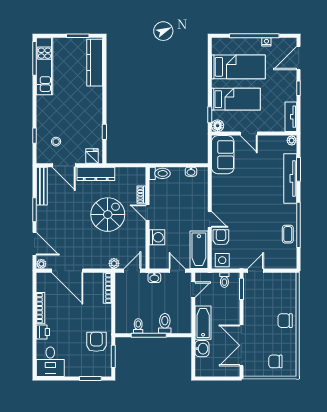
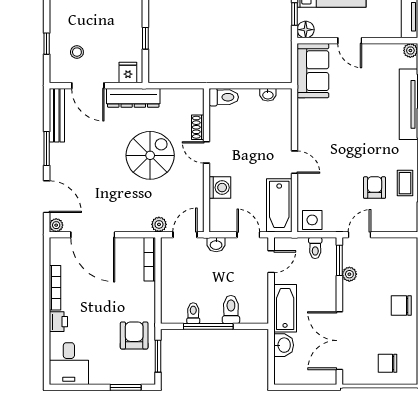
armchair: (221, 237) -> (375, 188), moved
plant: (249, 299) -> (349, 274), added

